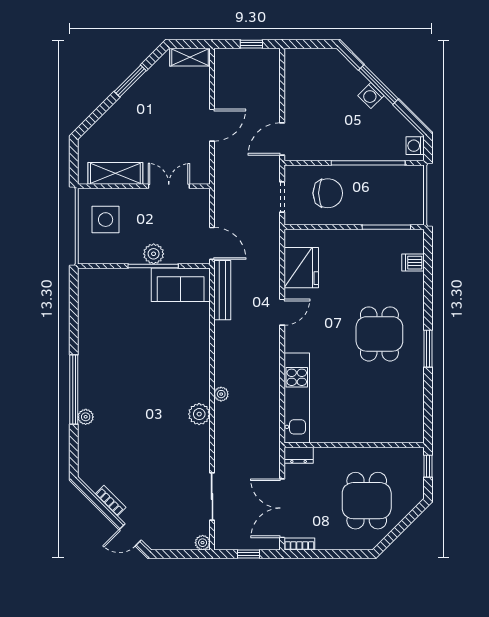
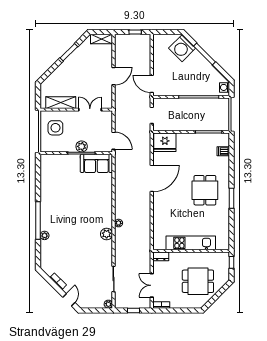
washing machine: (371, 96) -> (182, 48), moved, width x1.89, depth x1.89
door: (282, 139) -> (152, 84), hinge flipped
chair: (328, 193) -> (177, 113), removed
fridge: (301, 268) -> (165, 142), moved, turned 90
bench: (222, 290) -> (119, 166), removed
door: (282, 312) -> (152, 178), width x1.87
kitchen unit: (297, 398) -> (191, 243), moved, turned -90
dining table: (367, 501) -> (198, 281), turned 90
double door: (282, 508) -> (152, 285), width x0.73
door: (130, 535) -> (69, 300), swing flipped

